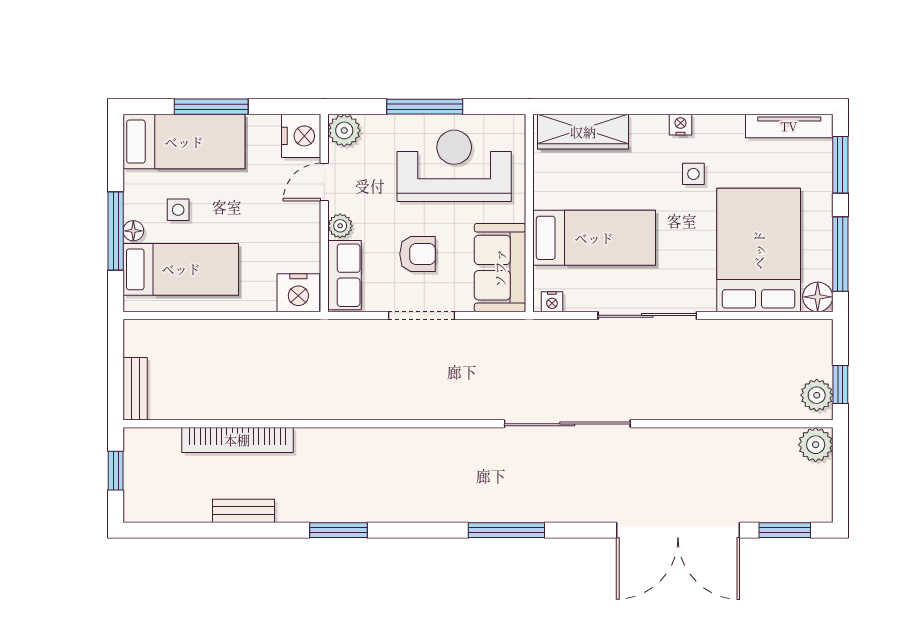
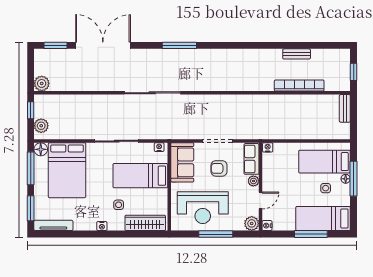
nightstand: (301, 136) -> (267, 226), width x0.53, depth x0.56
side table: (693, 174) -> (119, 205), moved
nightstand: (298, 293) -> (268, 147), width x0.53, depth x0.56
plant: (817, 395) -> (41, 126), moved
window: (338, 530) -> (254, 45), removed

